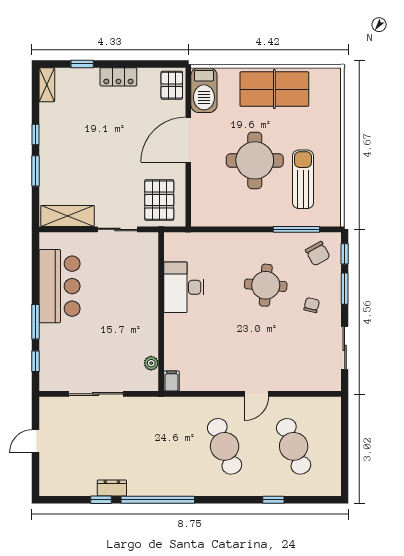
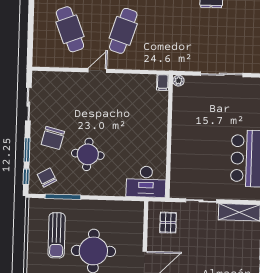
pallet: (159, 200) -> (168, 223), width x0.67, depth x0.71
desk: (184, 287) -> (146, 182), moved, turned 90
chair: (312, 305) -> (53, 138), width x1.87, depth x1.87
plant: (151, 363) -> (178, 81), moved
cafe table: (225, 446) -> (123, 31), turned 39

